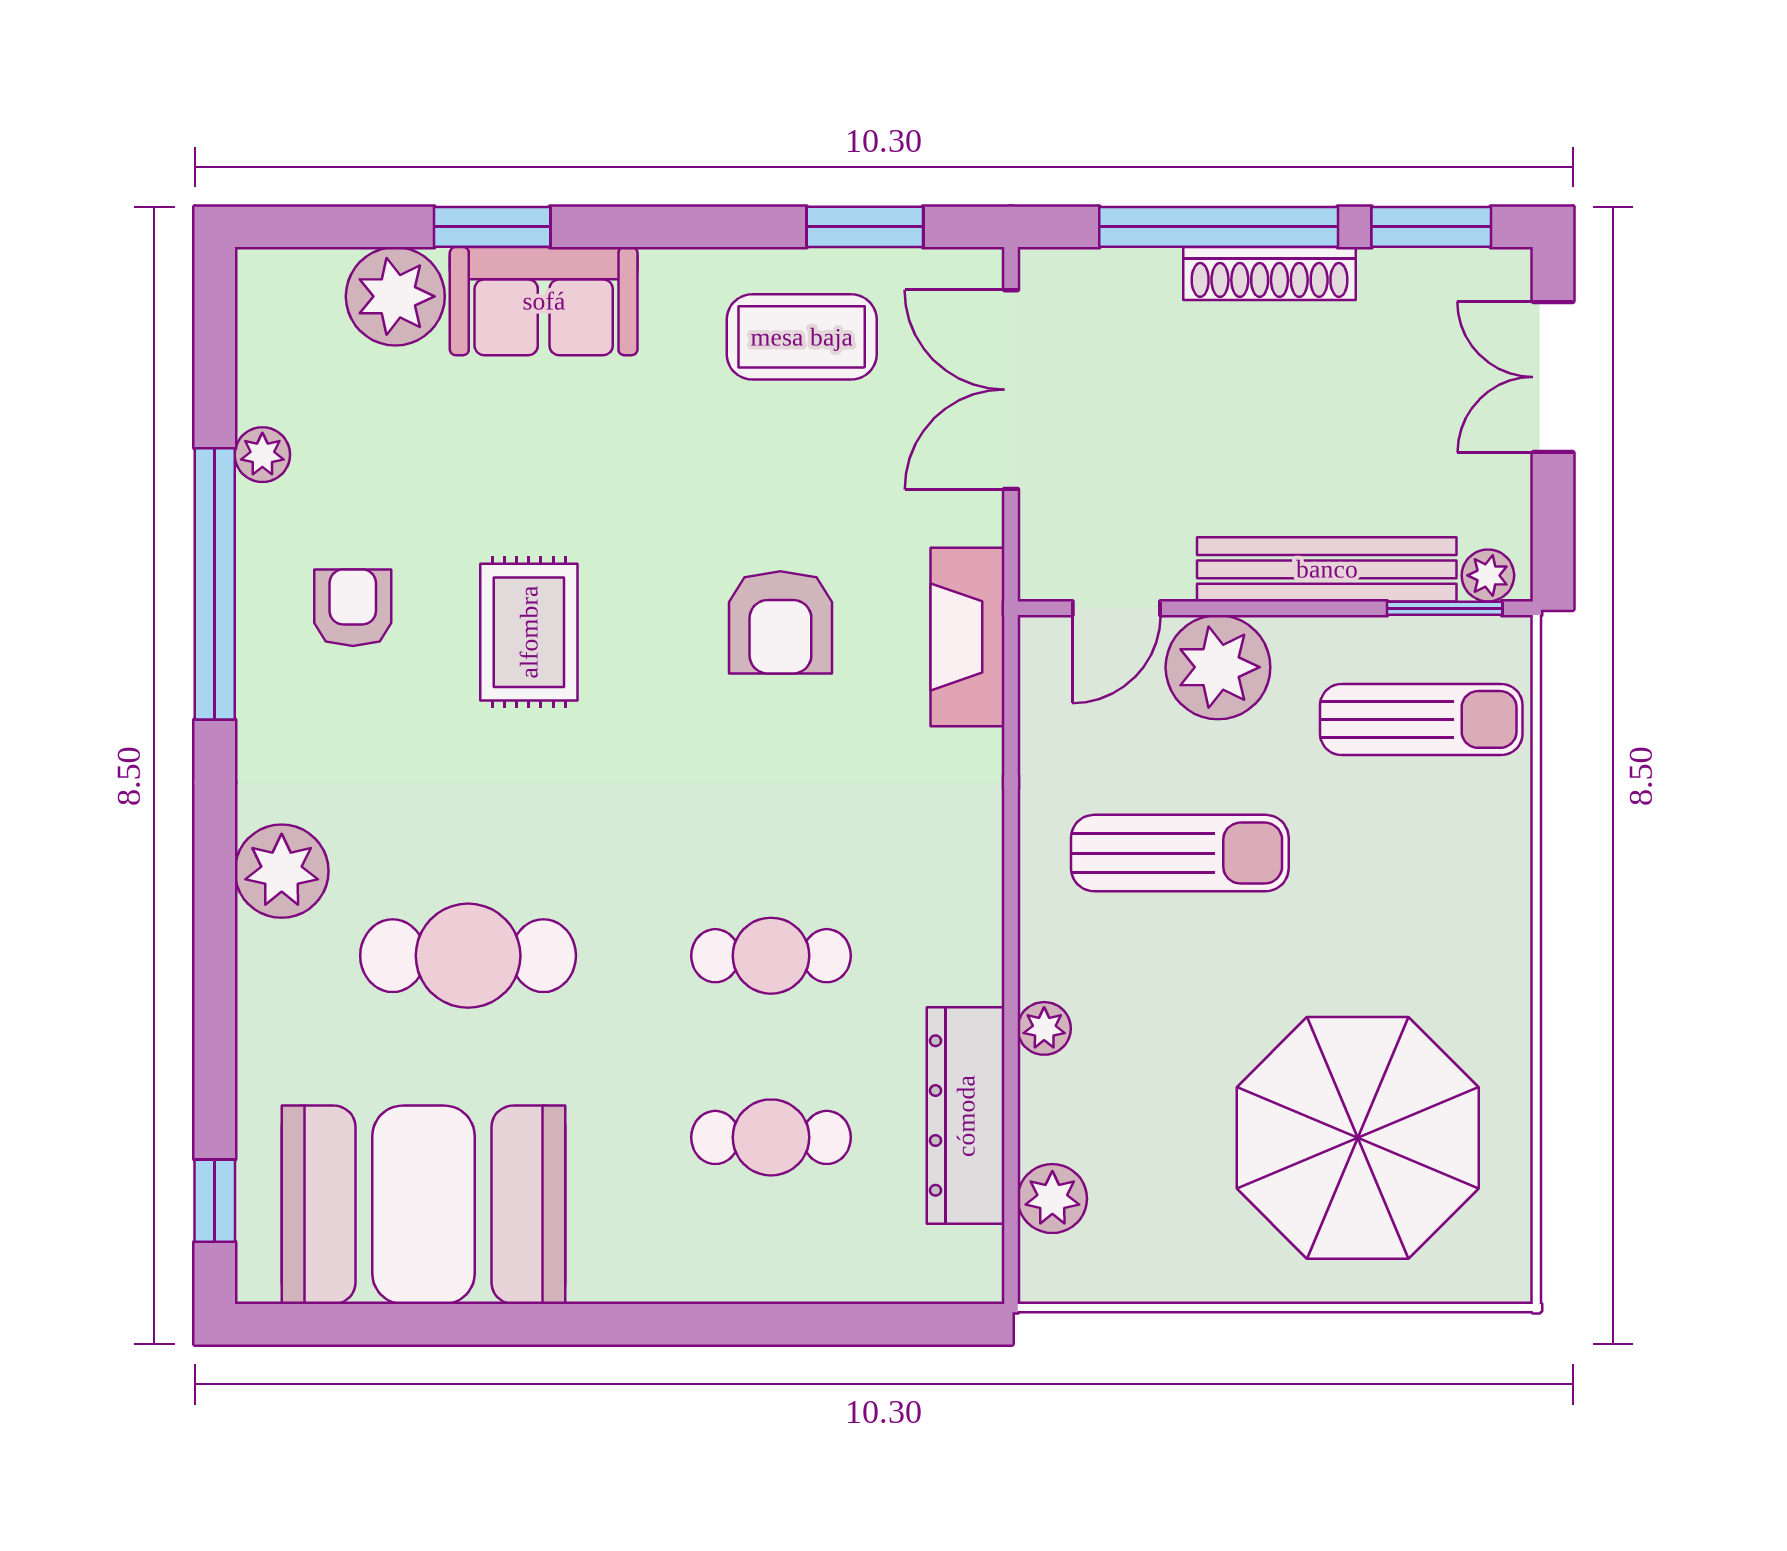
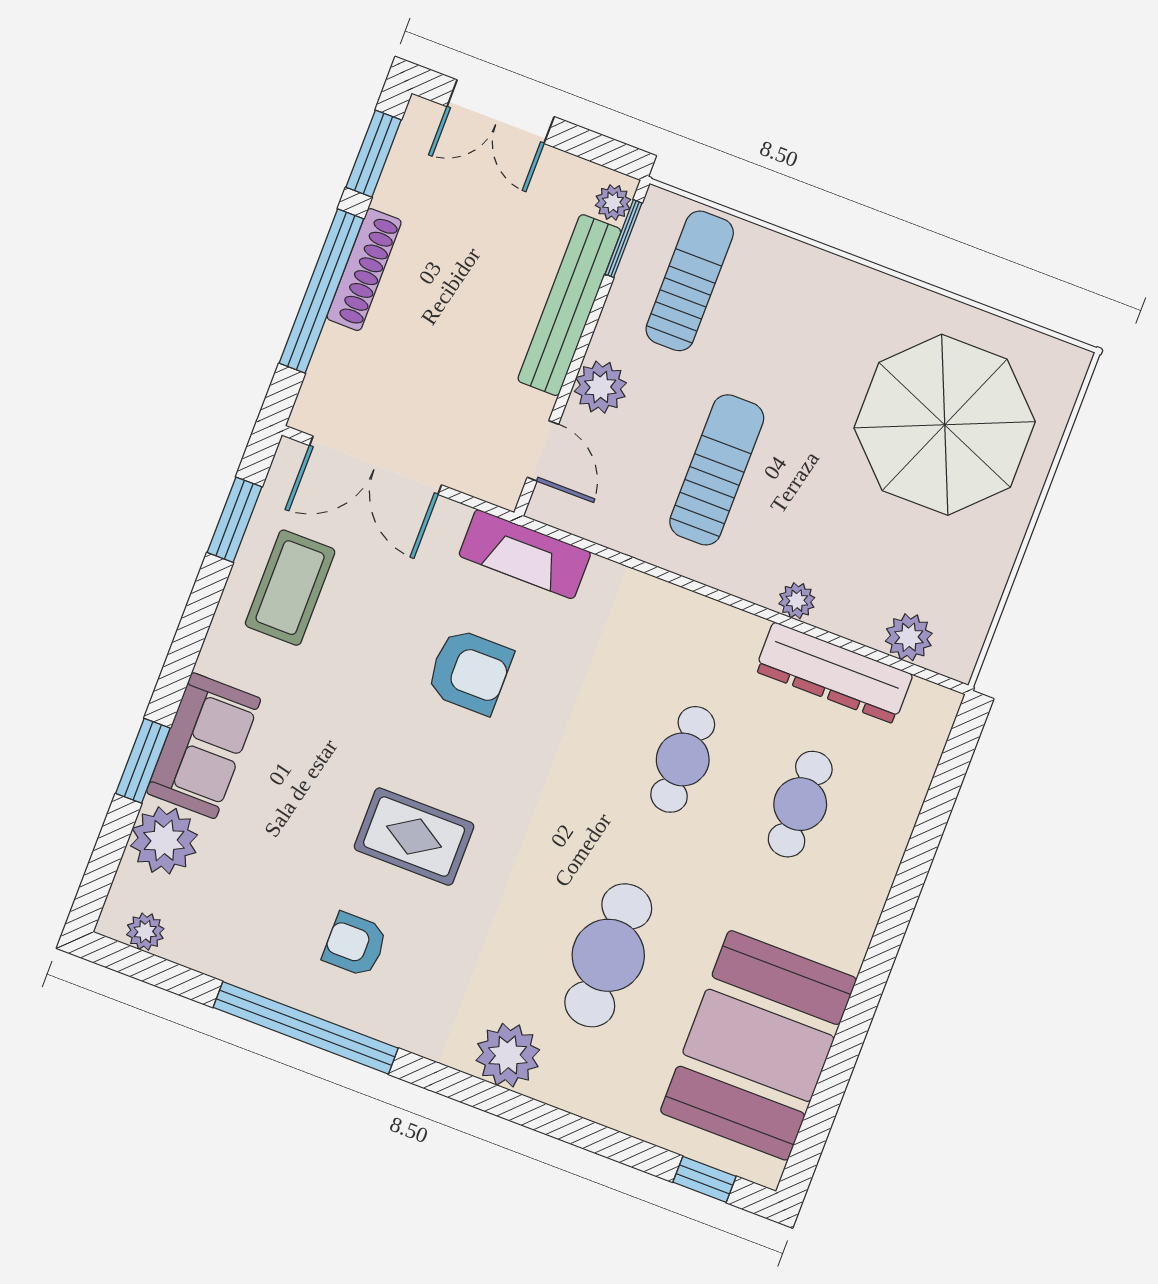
plant: (262, 455) -> (145, 932), moved
plant: (1218, 667) -> (600, 387), width x0.73, depth x0.73

